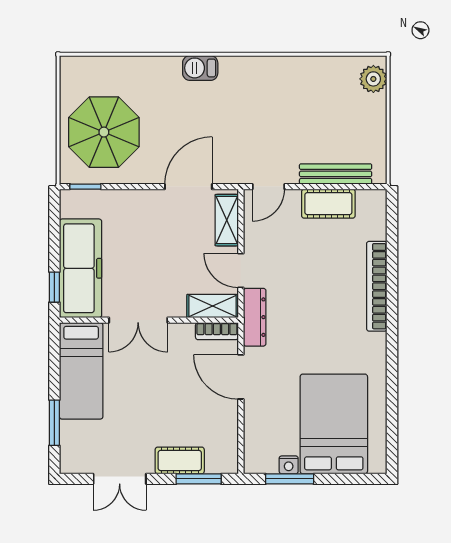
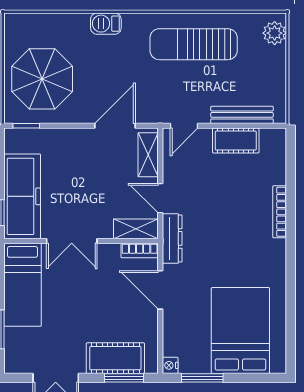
barbecue: (200, 68) -> (106, 24), moved
sun lounger: (280, 92) -> (194, 44), added
bookcase: (377, 286) -> (280, 212), width x0.68, depth x0.76
cot: (180, 460) -> (115, 358), width x1.37, depth x1.34
nightstand: (289, 465) -> (170, 365), moved, turned 90

